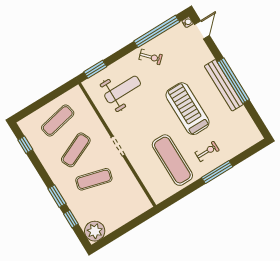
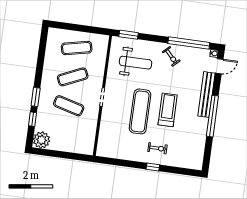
bench: (224, 85) -> (206, 95), moved
treadmill: (188, 109) -> (168, 110), width x0.73, depth x0.73
window: (25, 145) -> (43, 46), removed
exercise mat: (172, 160) -> (140, 111), moved
window: (217, 172) -> (153, 167), width x0.46

